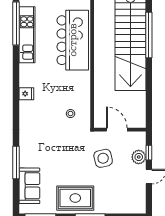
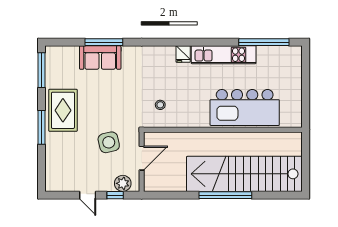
kitchen unit: (27, 35) -> (224, 55), moved
window: (149, 35) -> (225, 195), moved
plant: (139, 157) -> (123, 183), moved
sofa: (29, 186) -> (100, 57), moved

